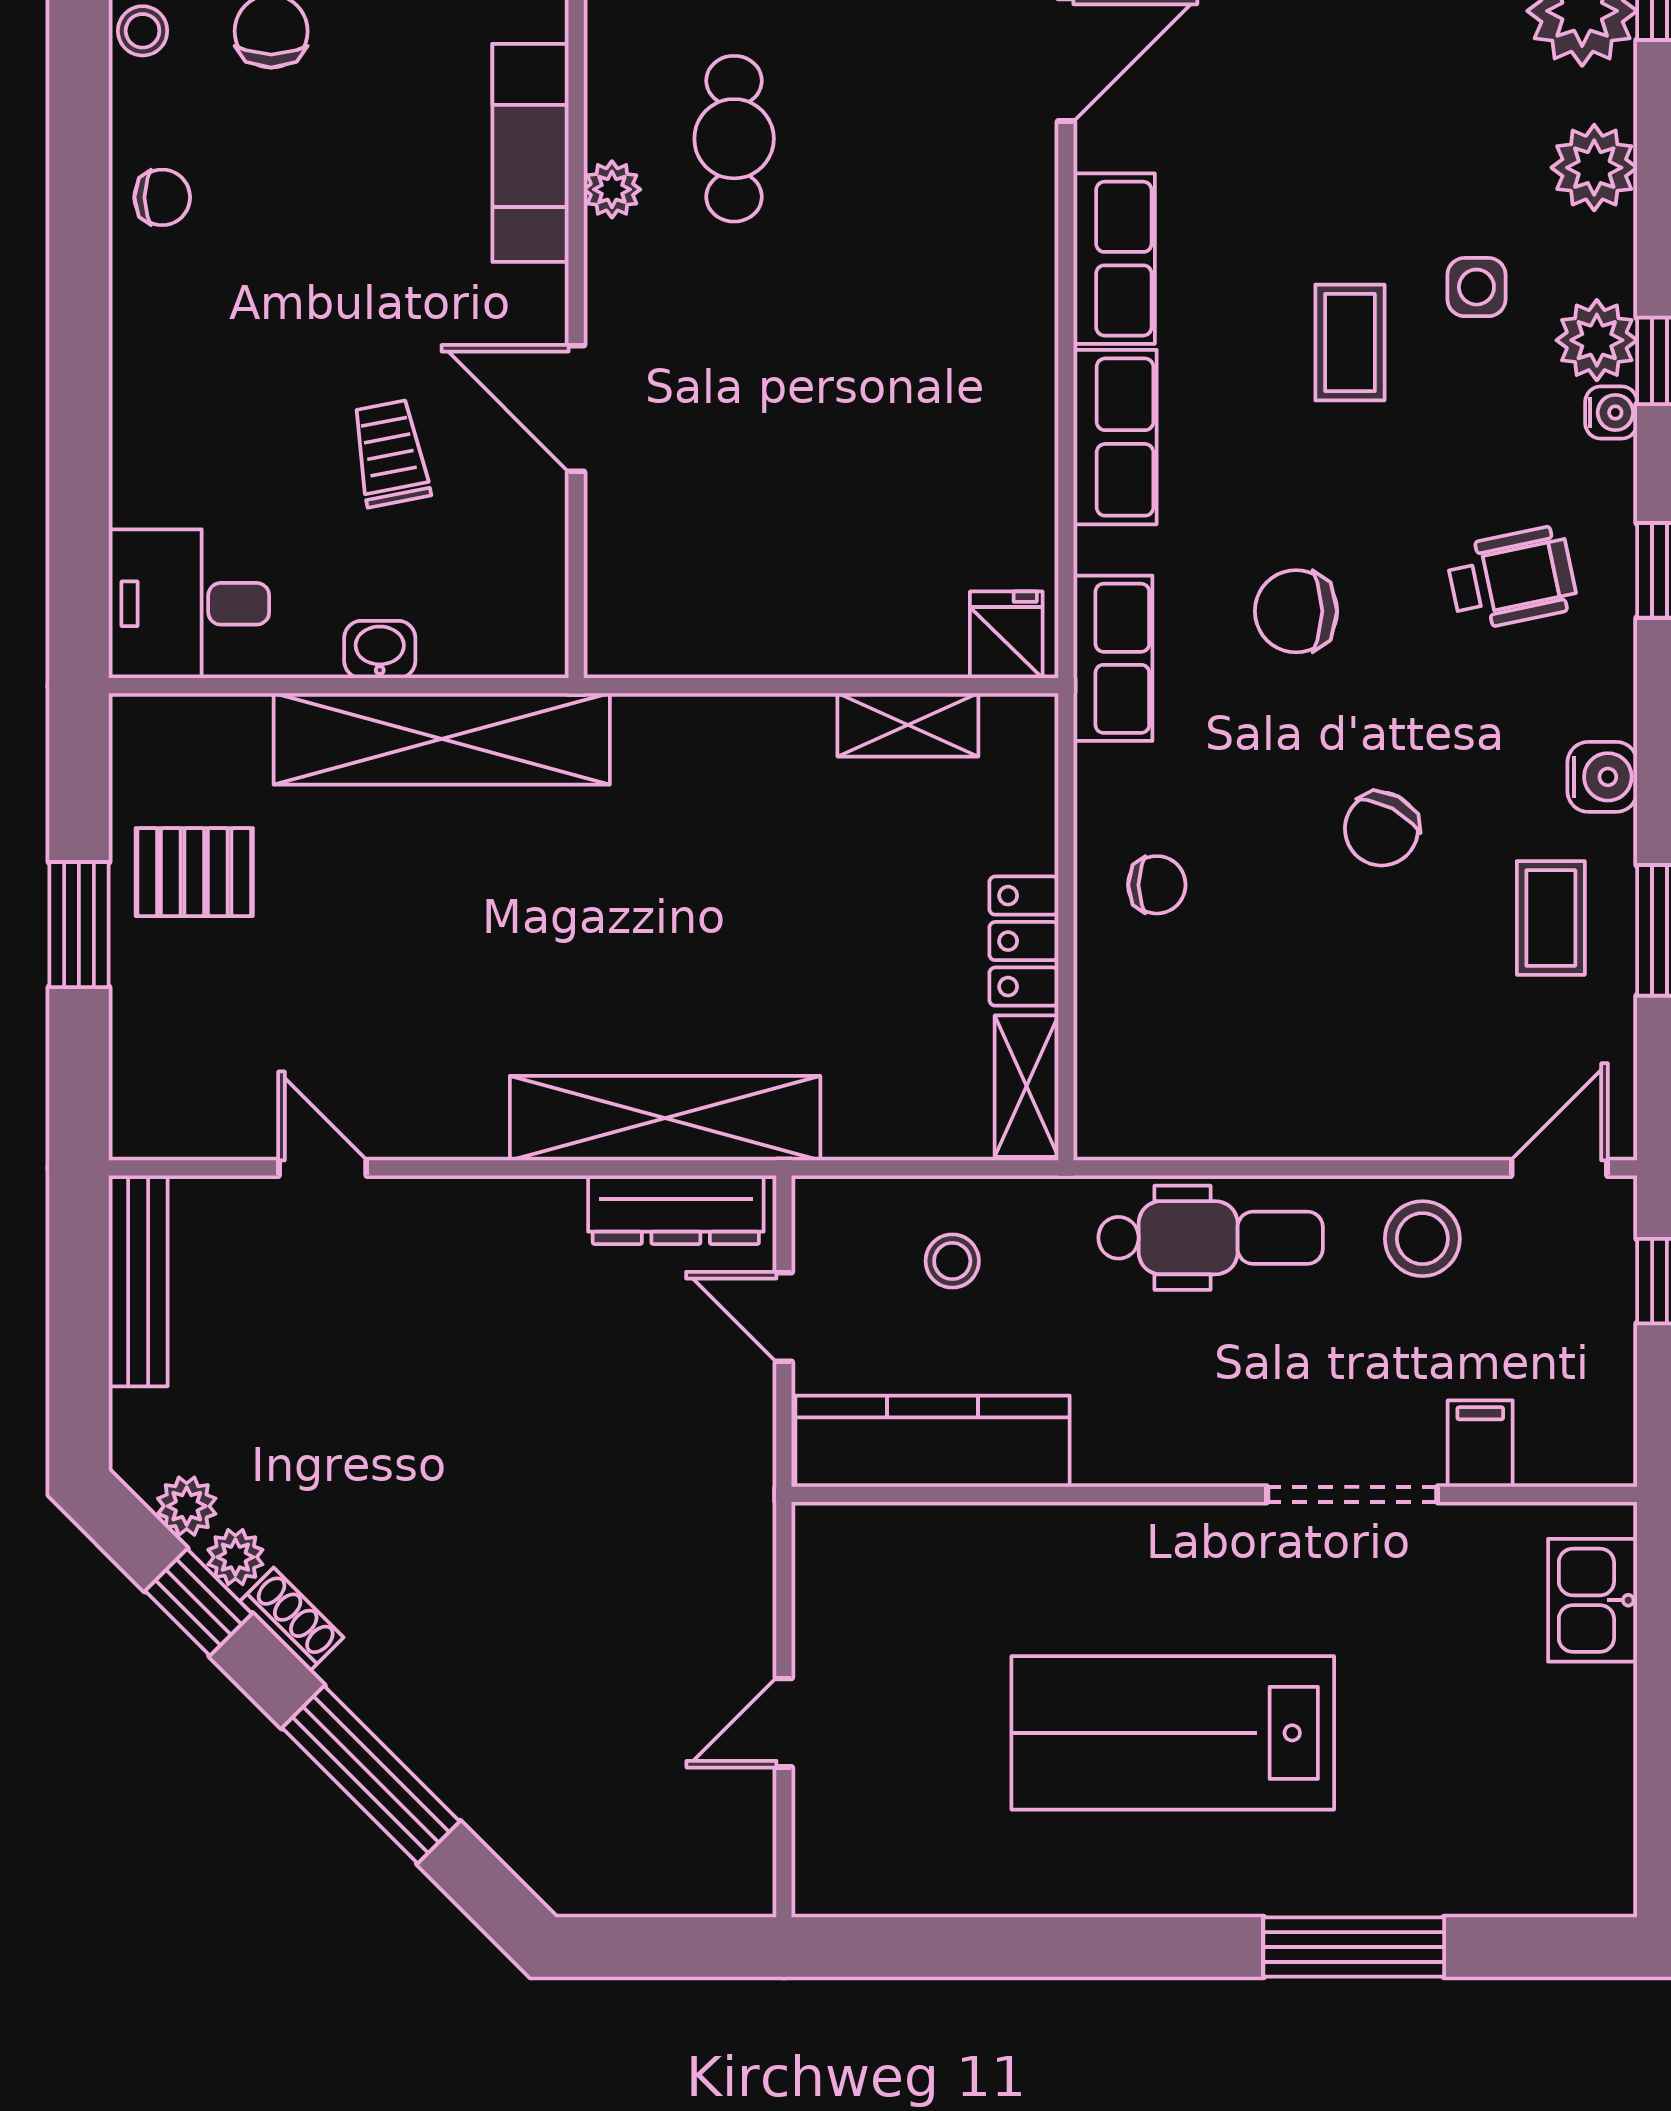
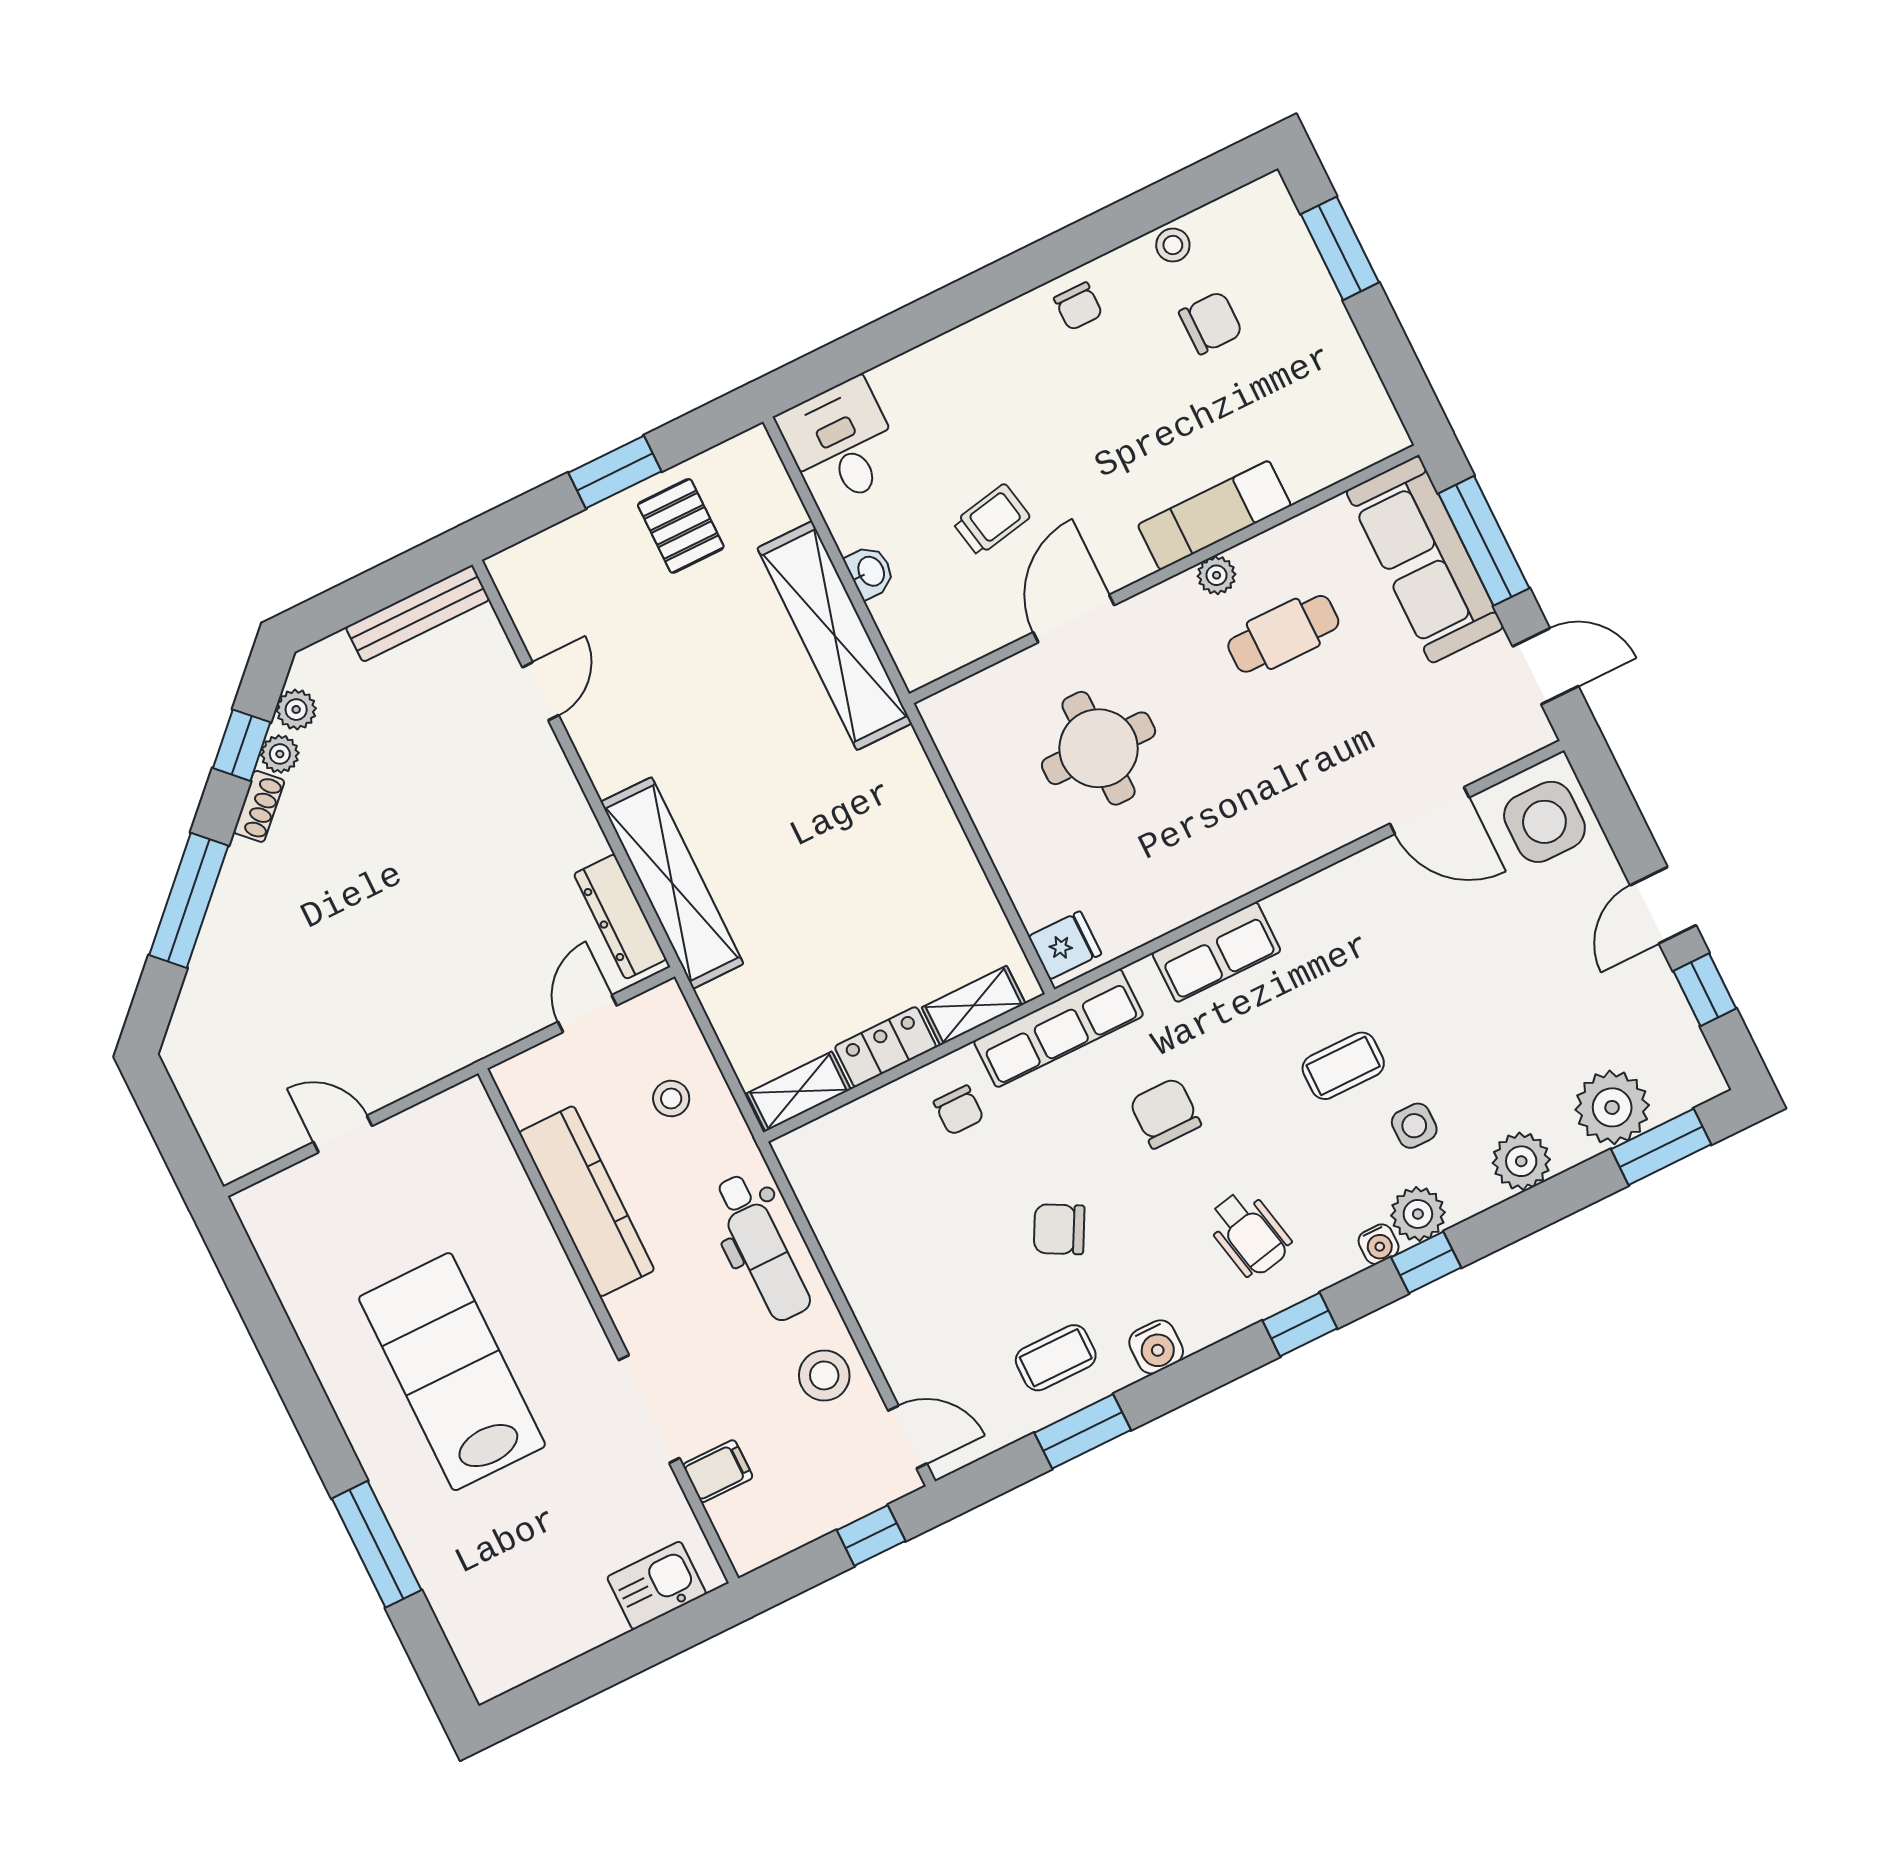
row of seats: (1114, 259) -> (1324, 899), removed
round table: (765, 461) -> (1099, 748), added
row of seats: (1113, 658) -> (1059, 1028), width x1.48
shelving: (908, 725) -> (974, 1006), moved, turned 90
kitchen counter: (933, 1441) -> (587, 1201), moved

